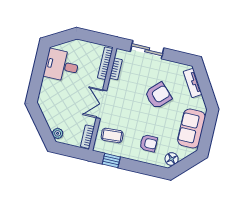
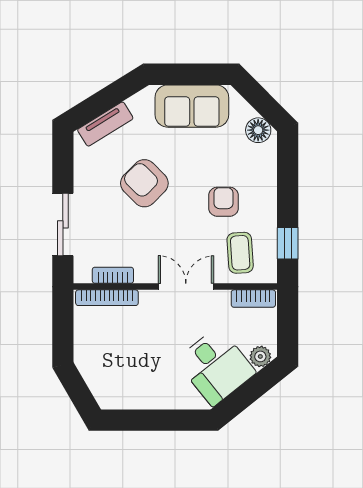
desk: (62, 66) -> (216, 366), moved, turned -39
double door: (101, 104) -> (186, 287), swing flipped
armchair: (149, 143) -> (223, 202), moved

